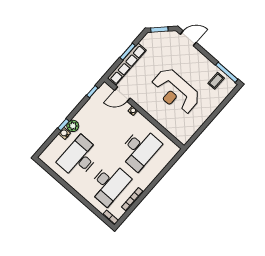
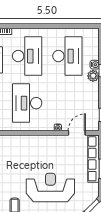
reception desk: (175, 91) -> (50, 188), moved
desk: (109, 184) -> (27, 56), turned 180

